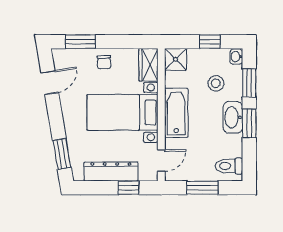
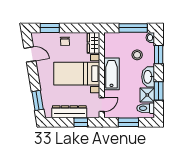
window: (210, 42) -> (133, 28), width x2.17
shower: (176, 59) -> (147, 95), moved
door: (50, 83) -> (30, 54), hinge flipped
window: (249, 123) -> (159, 91), moved

